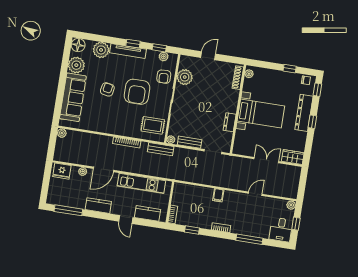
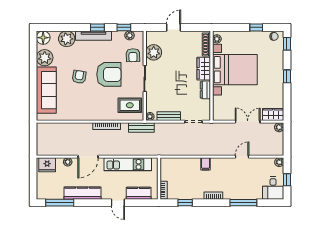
armchair: (137, 92) -> (109, 74), turned -90
wardrobe: (231, 101) -> (204, 69), added
dresser: (304, 113) -> (277, 69), removed
bed with nightstands: (261, 114) -> (235, 70), width x1.36
plant: (62, 133) -> (279, 127), moved
kitchen counter: (98, 206) -> (82, 193), width x1.50

